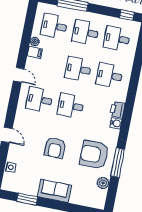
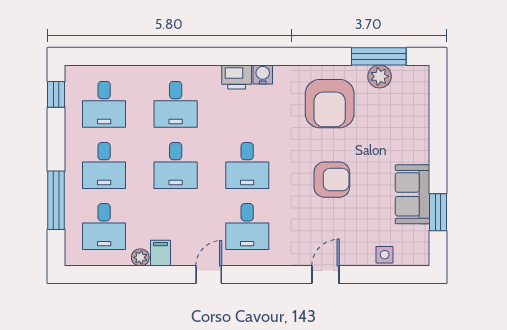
window: (118, 163) -> (379, 56), moved
sofa: (55, 191) -> (412, 194), moved

